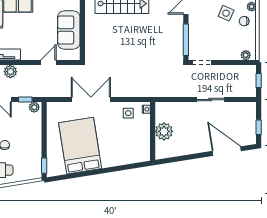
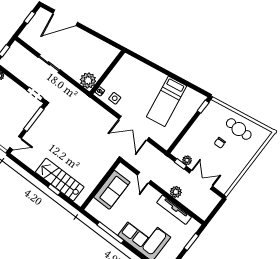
door: (48, 63) -> (144, 178), hinge flipped
plant: (34, 107) -> (187, 160), moved
plant: (164, 131) -> (88, 80), moved
bed: (80, 146) -> (167, 101), width x0.67
door: (227, 151) -> (65, 18), hinge flipped

